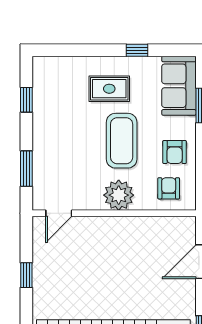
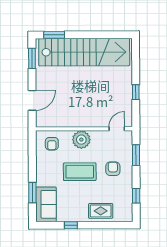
rug: (109, 89) -> (101, 211), moved
coffee table: (122, 141) -> (80, 172), turned 90
armchair: (175, 152) -> (113, 169), moved

